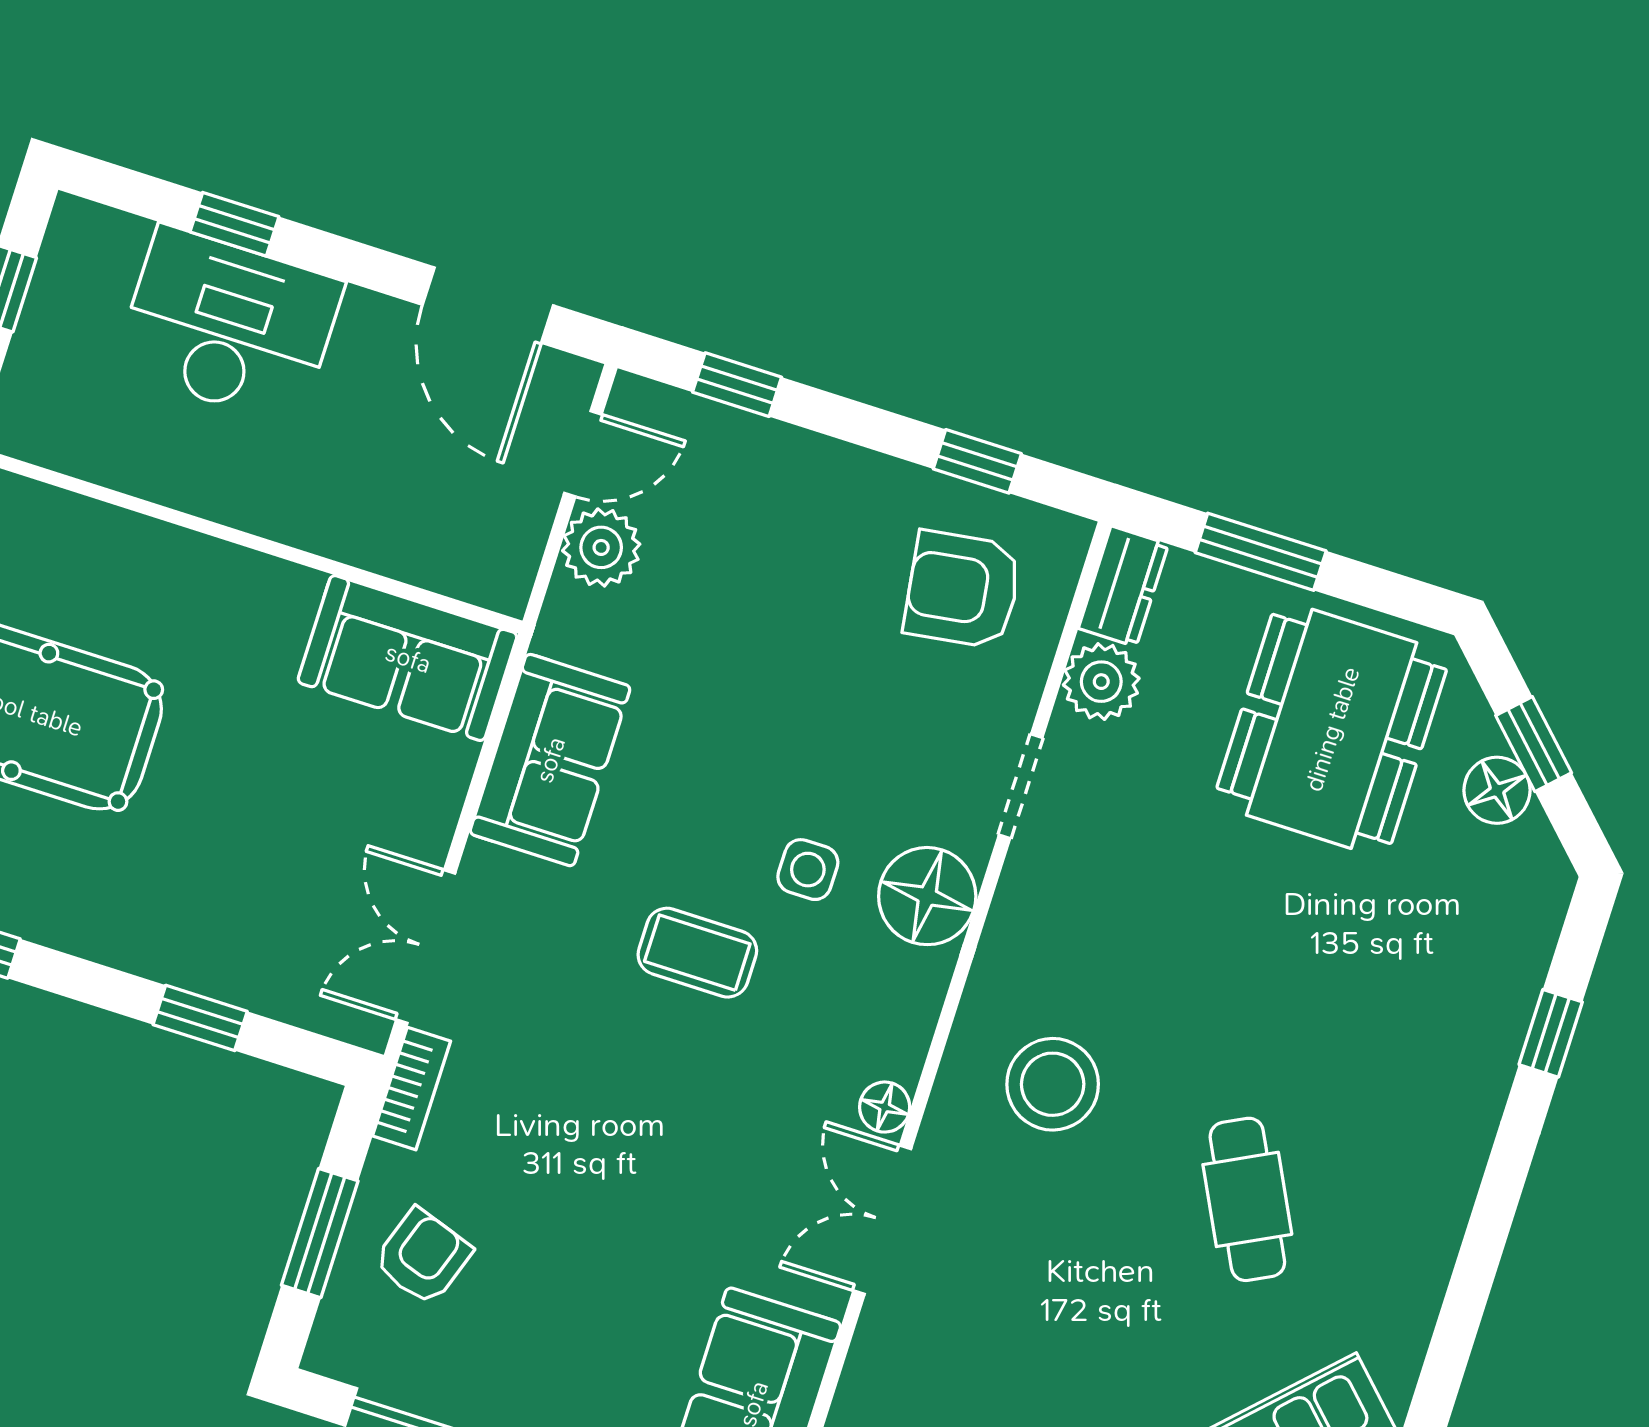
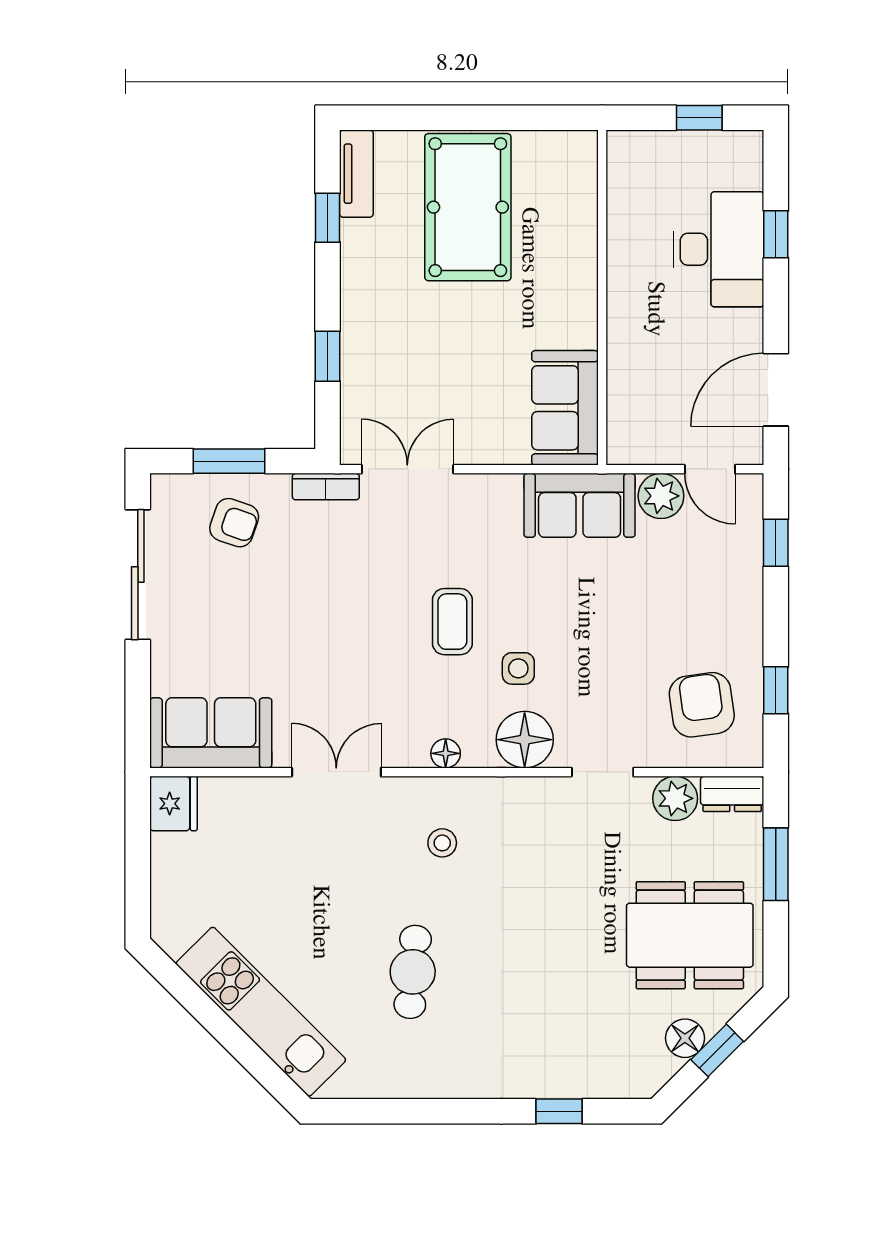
sofa: (550, 760) -> (580, 505), moved
stool: (1053, 1084) -> (442, 843), width x0.53, depth x0.53
floor lamp: (885, 1107) -> (446, 753), moved
cafe table: (1247, 1199) -> (413, 972), turned -58

